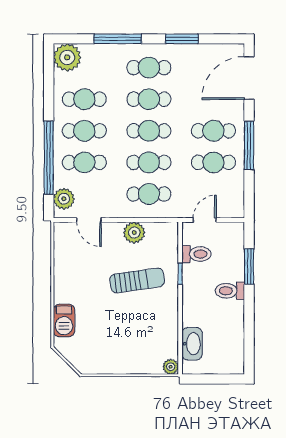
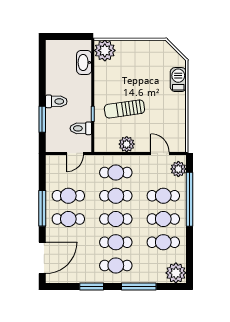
plant: (171, 367) -> (105, 50), width x1.87, depth x1.87

